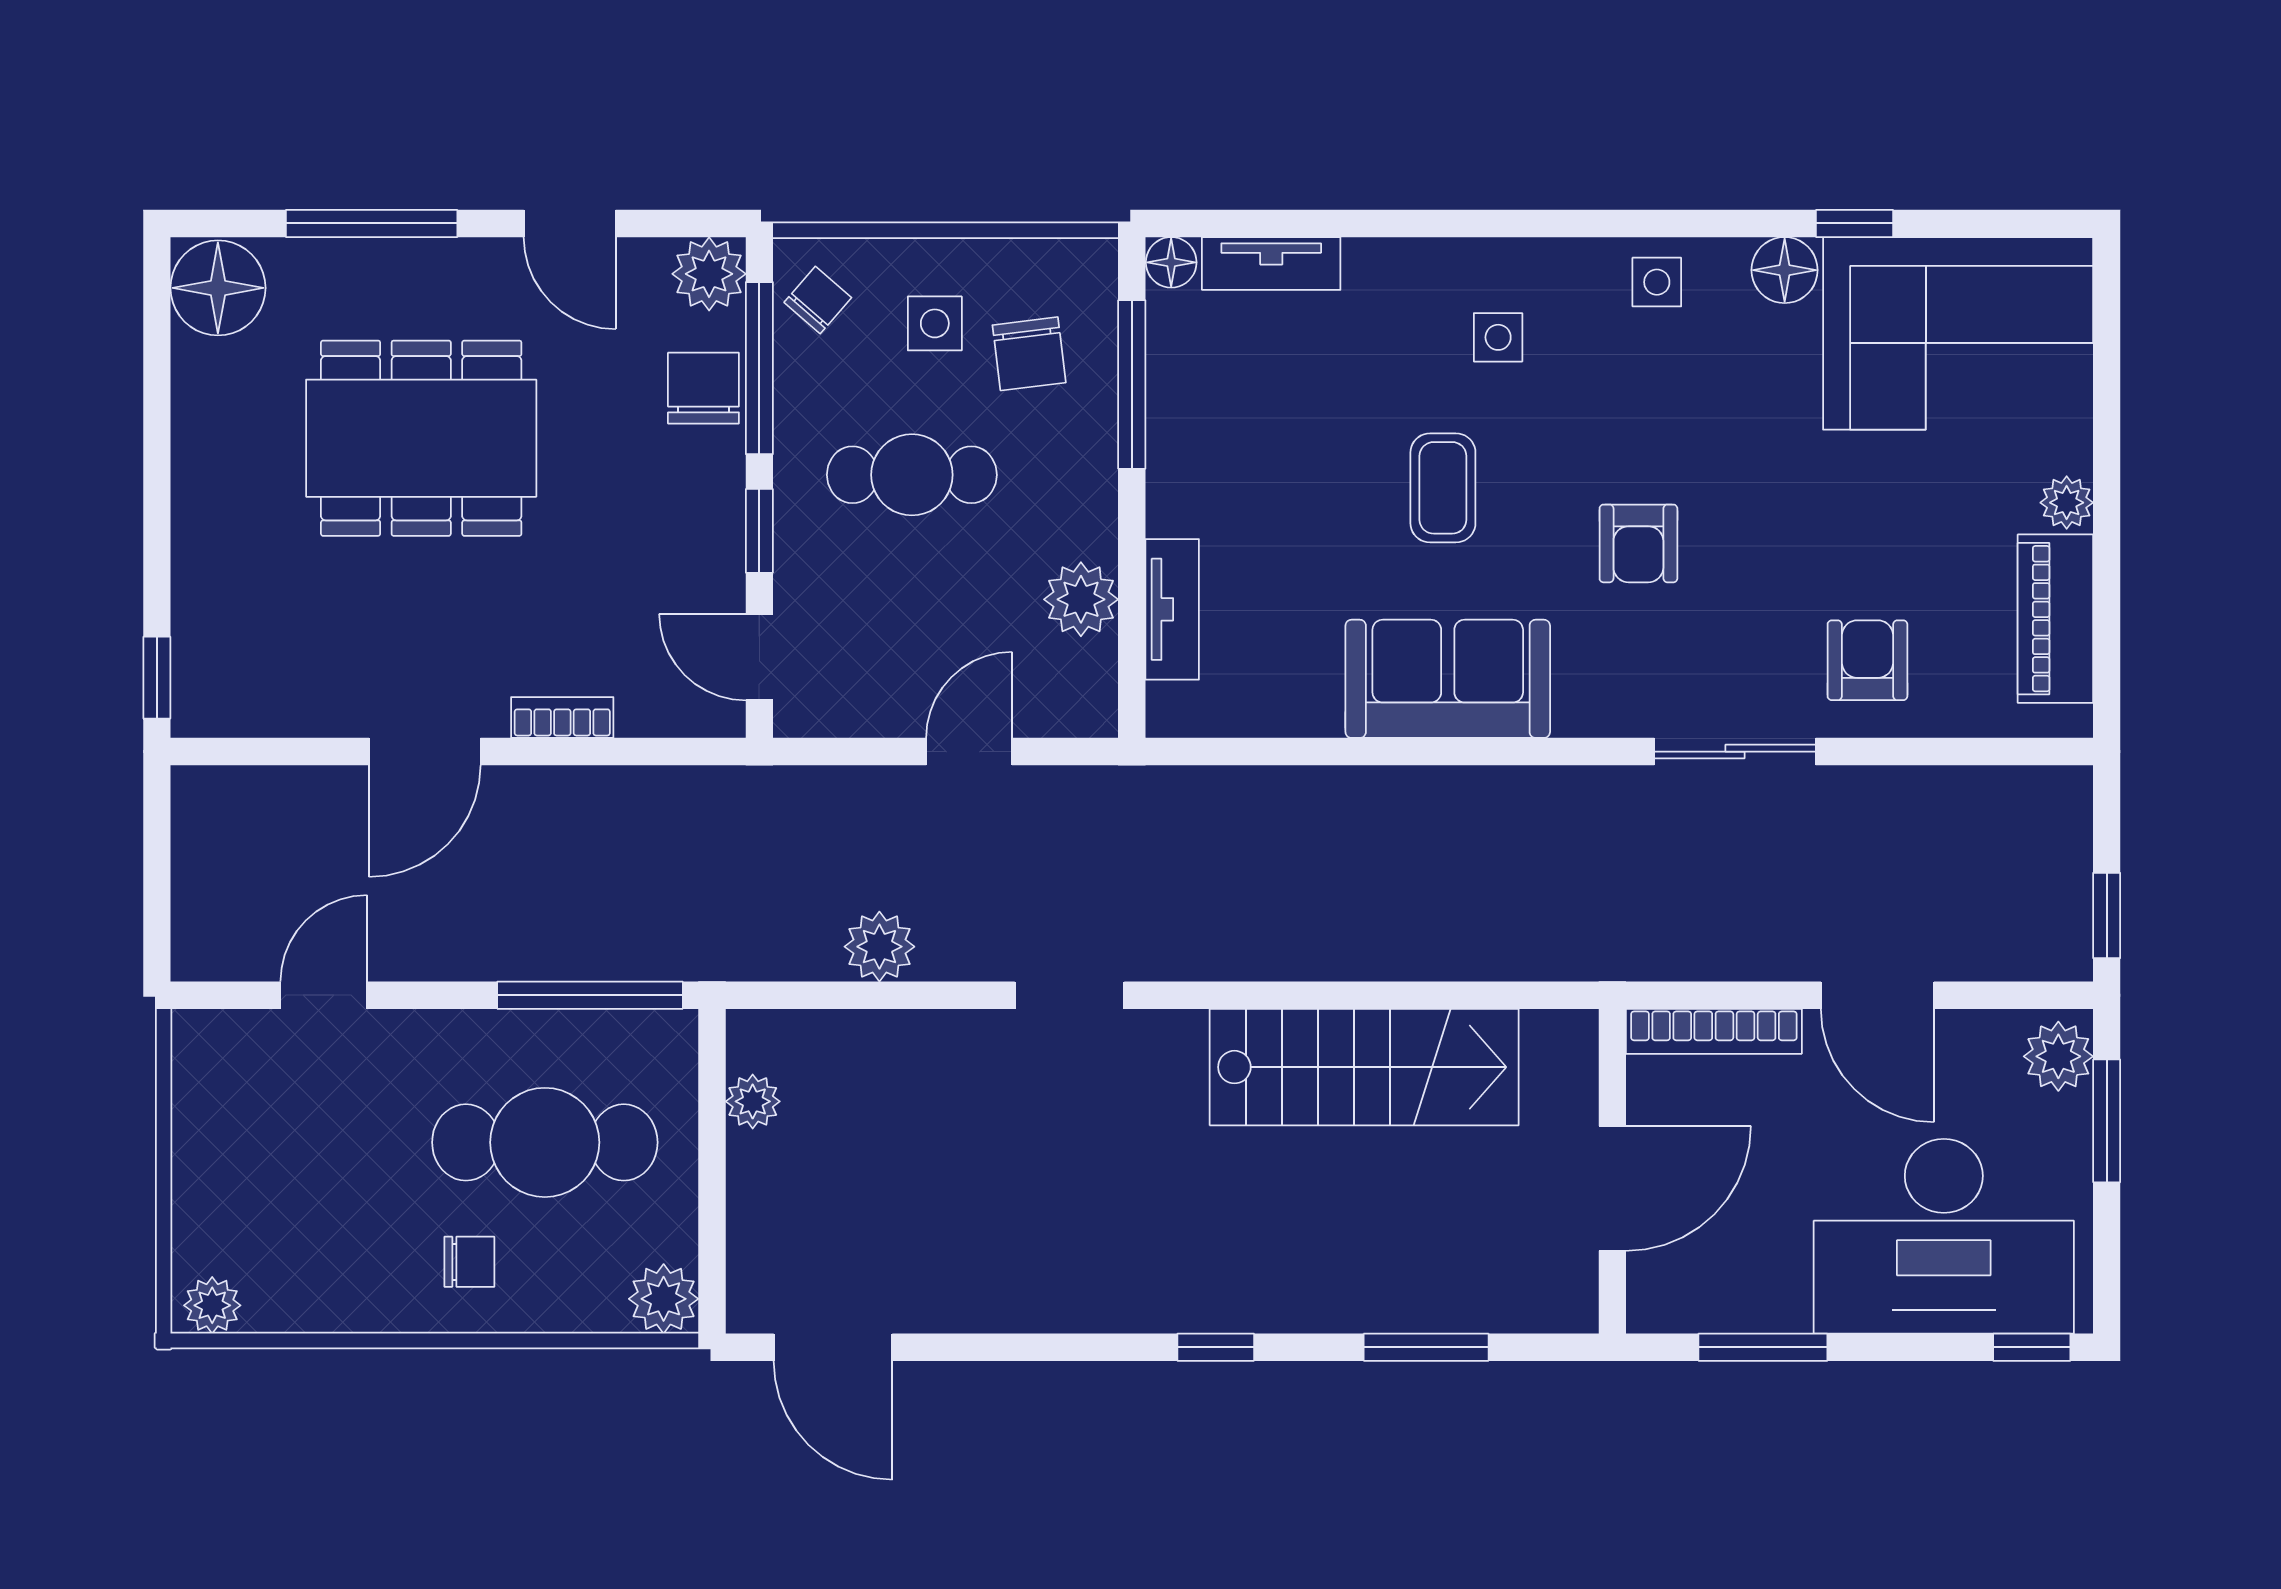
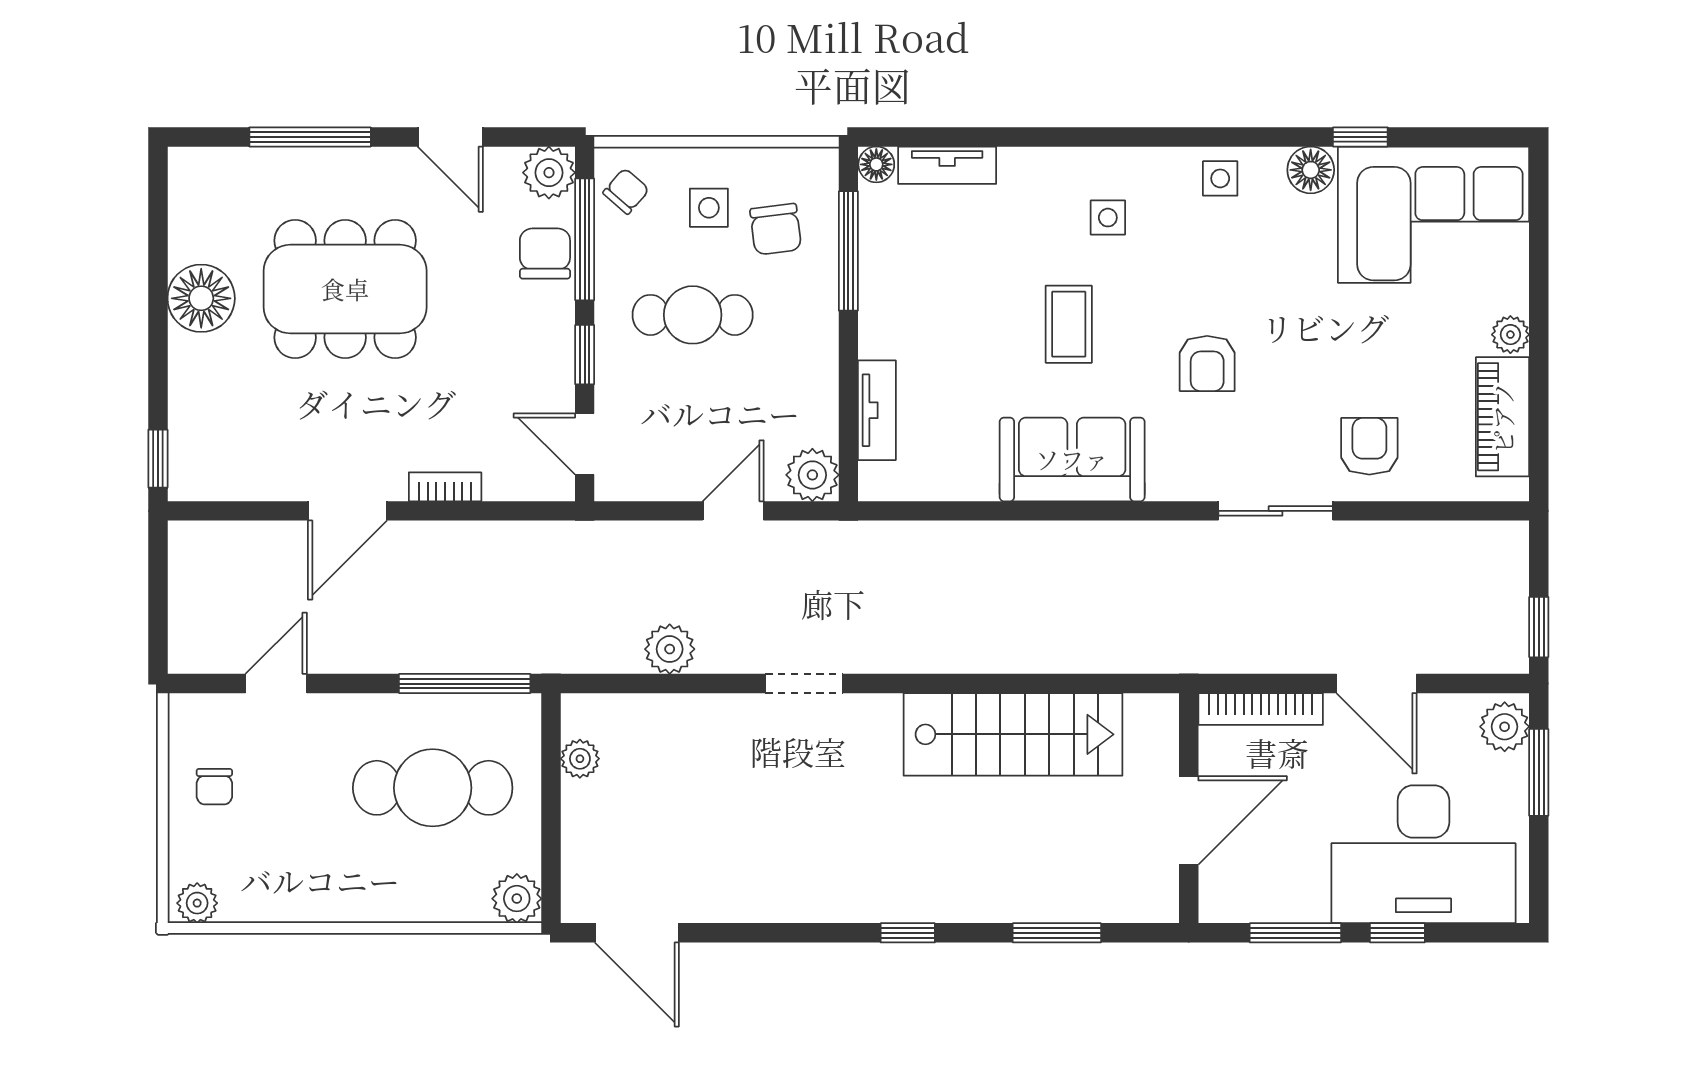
floor lamp: (218, 288) -> (201, 298), moved
plant: (1081, 599) -> (812, 475), moved
chair: (469, 1262) -> (214, 787), moved, turned 90
window: (2032, 1347) -> (1397, 933), moved

